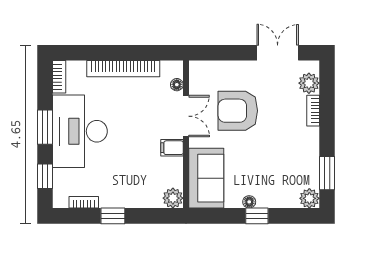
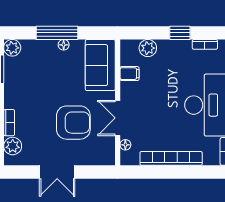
double door: (278, 53) -> (57, 172), moved
filing cabinet: (172, 148) -> (130, 74), moved
plant: (173, 198) -> (148, 48), moved
window: (257, 216) -> (57, 33), width x2.17

